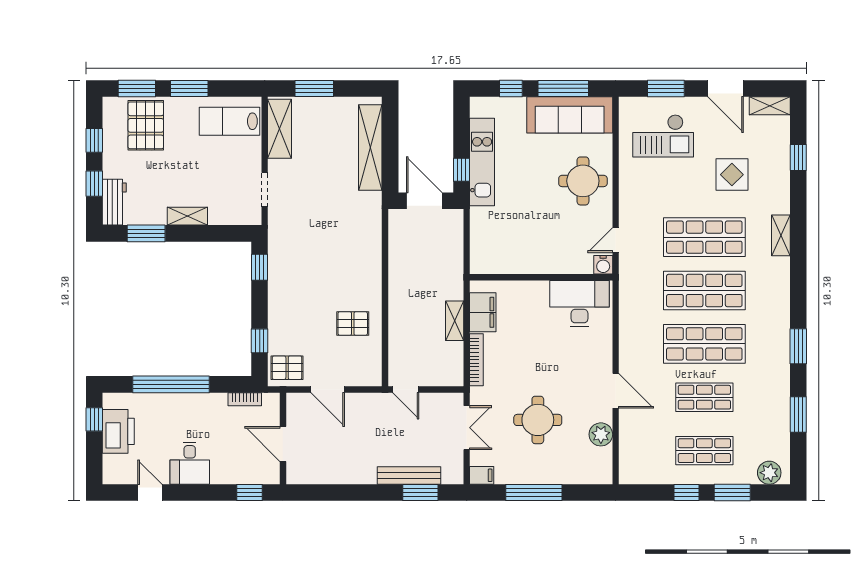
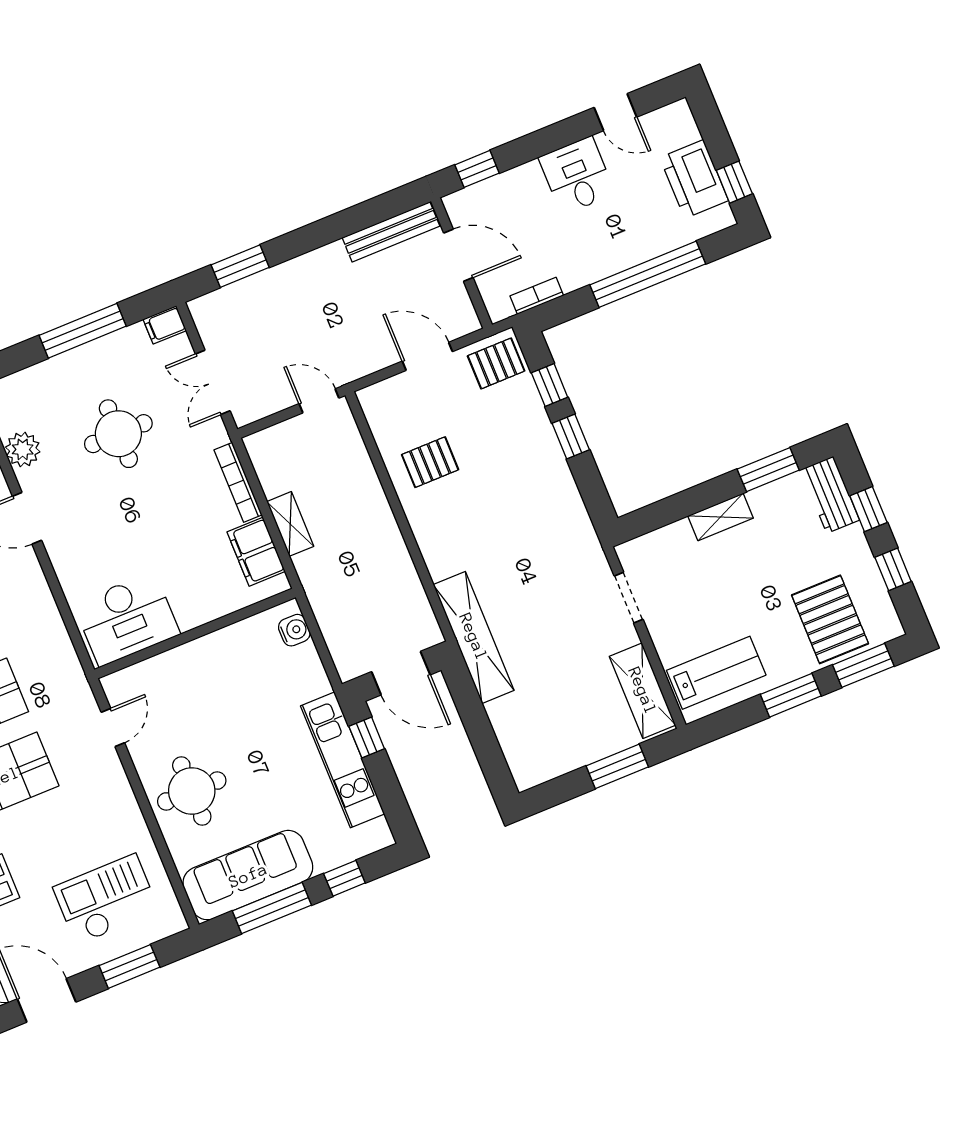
shelving: (370, 147) -> (474, 637), moved
water cooler: (603, 265) -> (294, 630), moved, turned 90
window: (260, 267) -> (571, 437), moved
bench: (409, 475) -> (391, 232), moved

